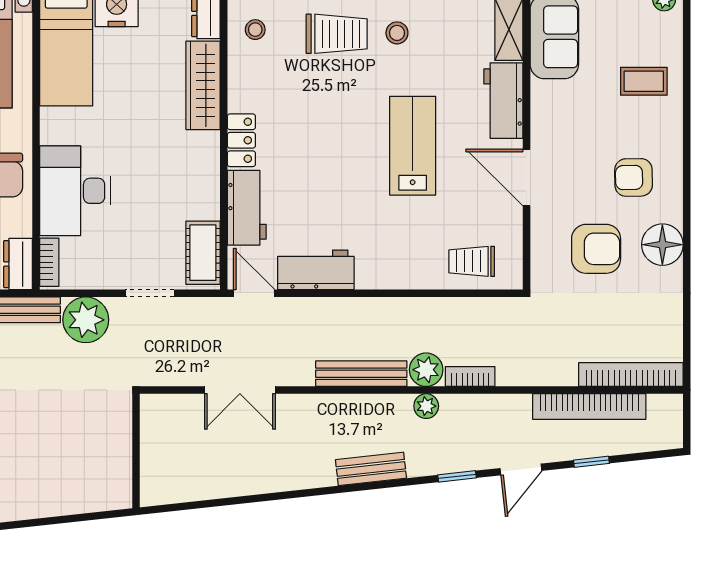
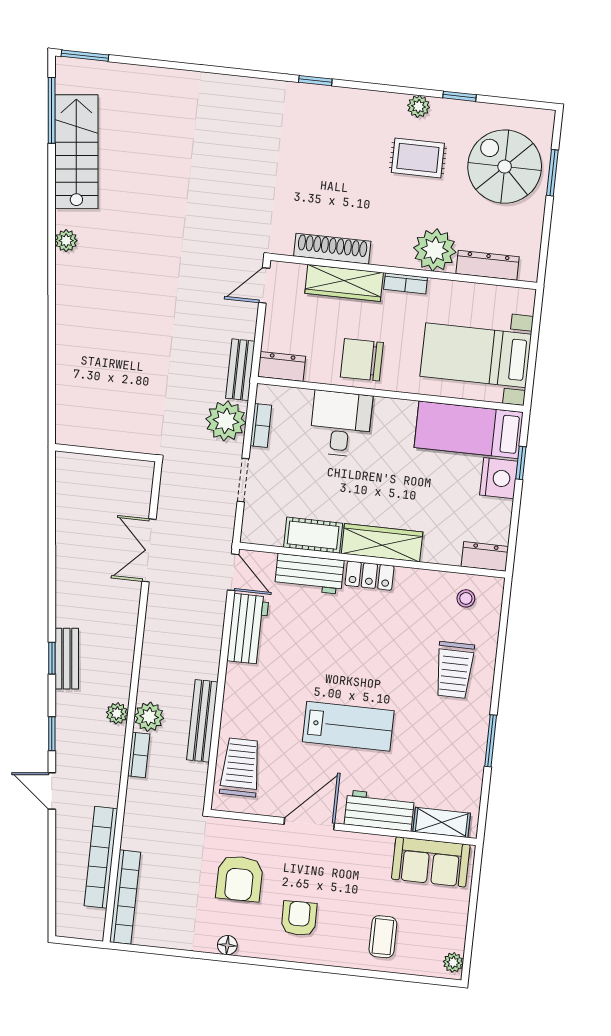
stool: (397, 33) -> (449, 723), removed
wardrobe: (203, 85) -> (382, 543), moved
desk: (75, 191) -> (341, 424), width x0.73
floor lamp: (662, 245) -> (227, 945), width x0.53, depth x0.53
cot: (203, 253) -> (313, 535), moved
trolley: (472, 261) -> (240, 767), width x1.36, depth x1.39
bookcase: (49, 262) -> (261, 426), moved, turned -90
door: (254, 293) -> (233, 572), hinge flipped
bench: (361, 374) -> (202, 721), moved
window: (591, 462) -> (52, 658), moved

